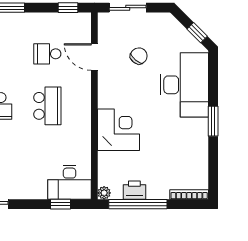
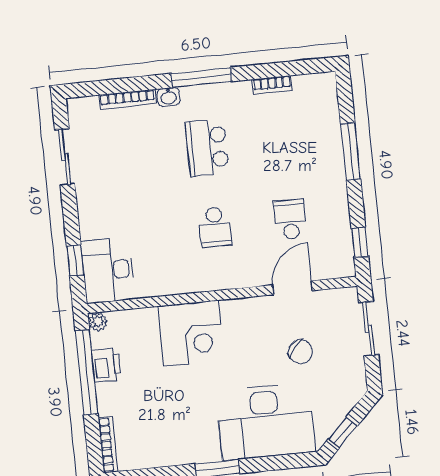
school desk: (47, 106) -> (215, 227), width x0.54

